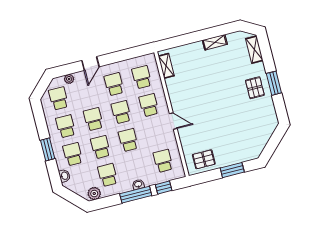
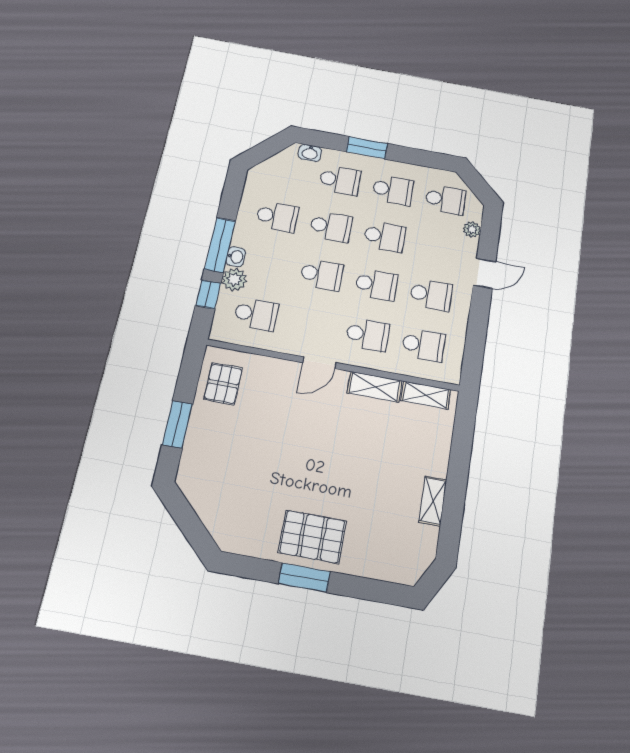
shelving: (254, 50) -> (375, 387), moved
door: (90, 64) -> (484, 273), swing flipped
pallet: (255, 88) -> (312, 537), width x1.50, depth x1.42
plant: (94, 194) -> (234, 279), moved

